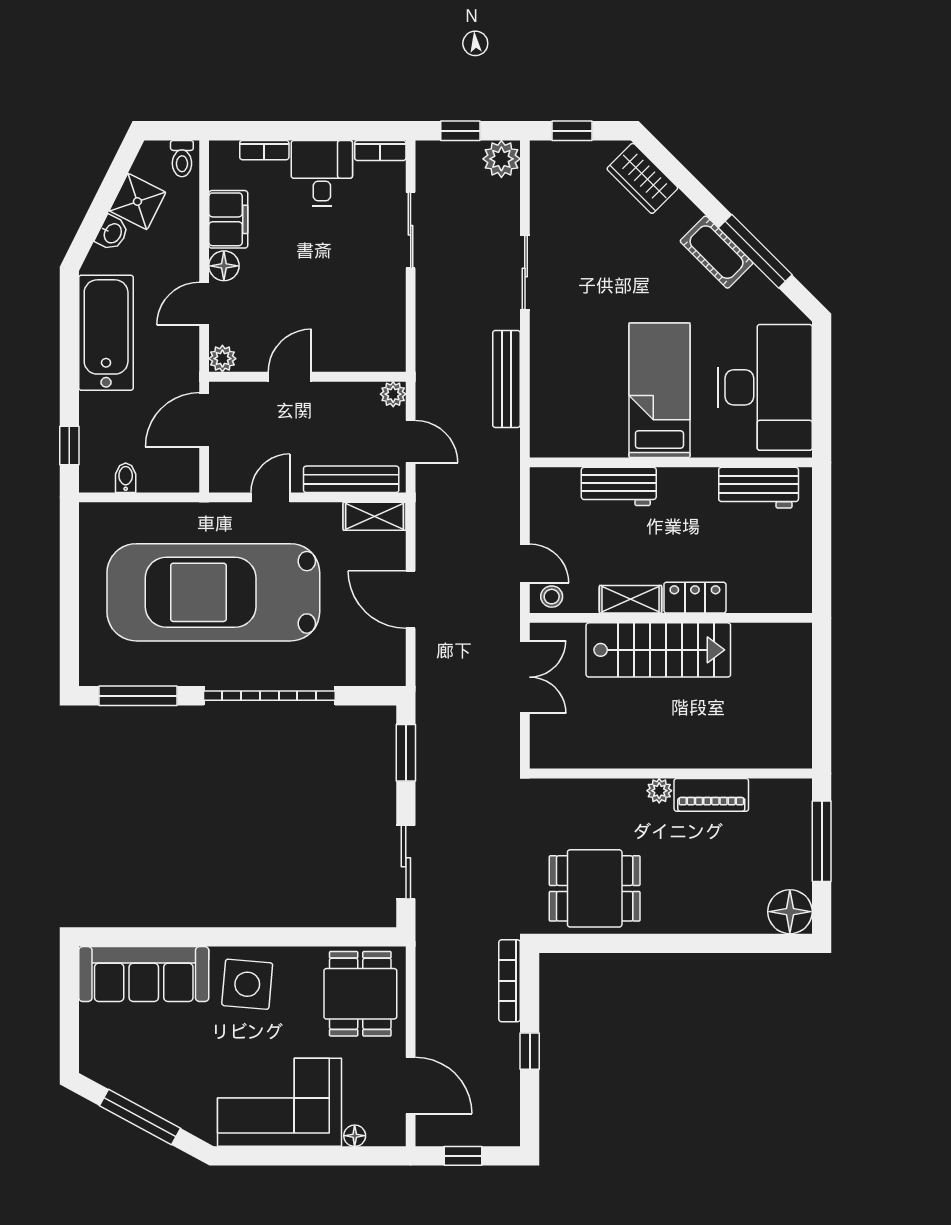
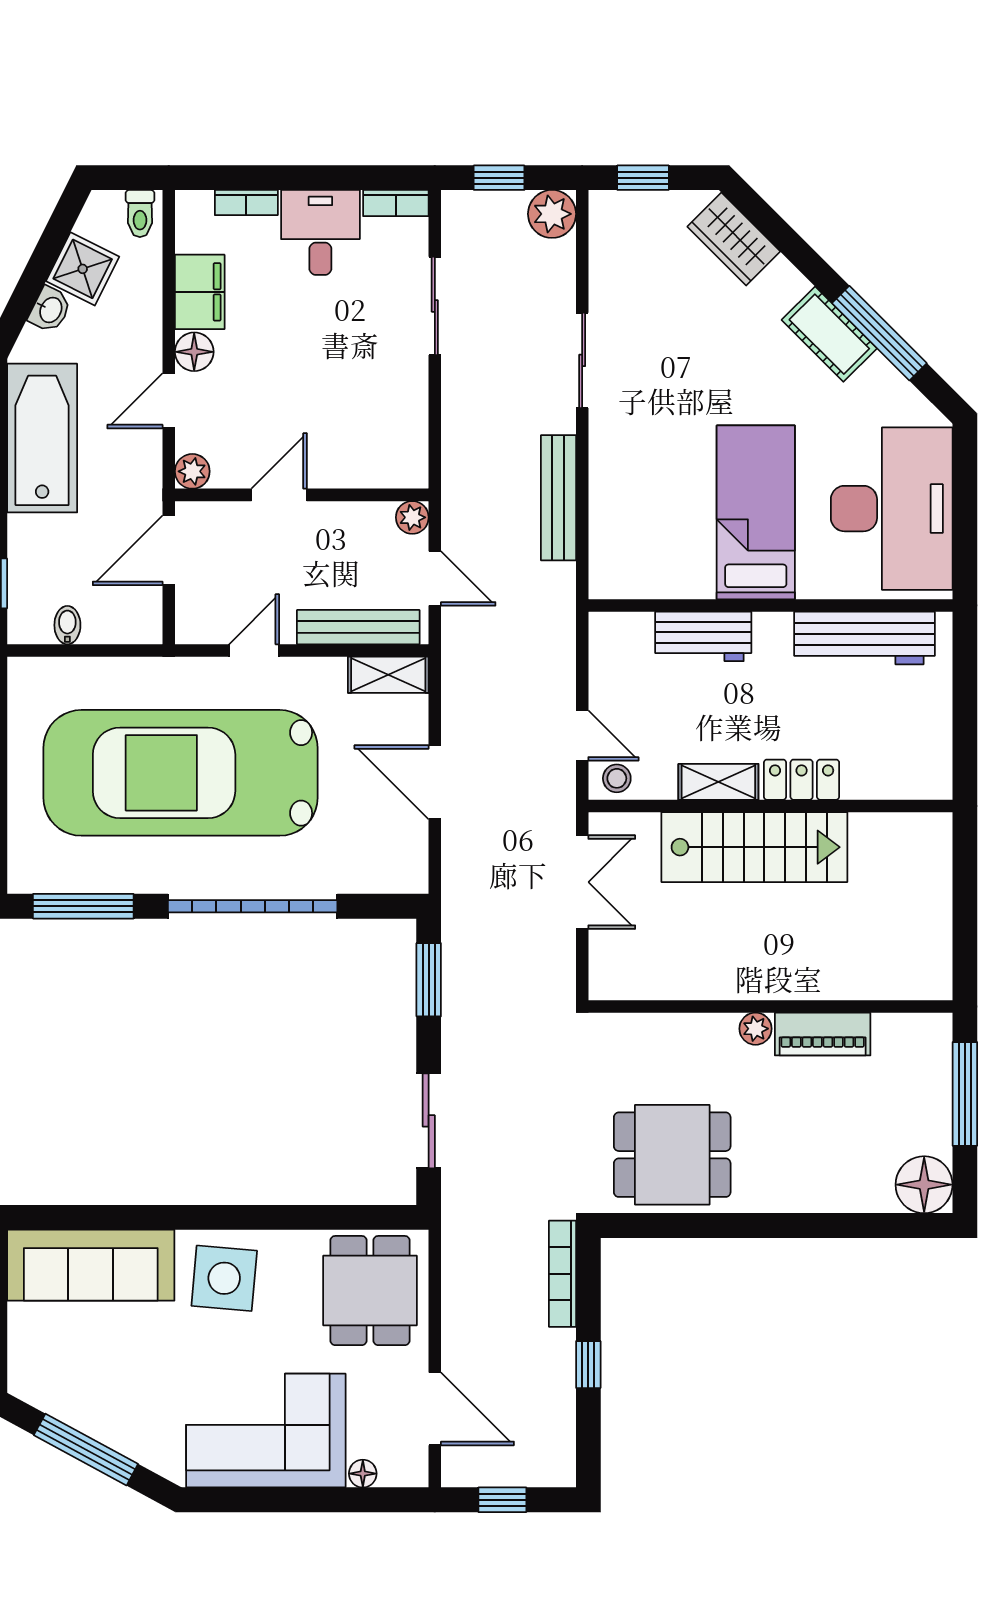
workbench: (759, 488) -> (864, 638), width x1.38

